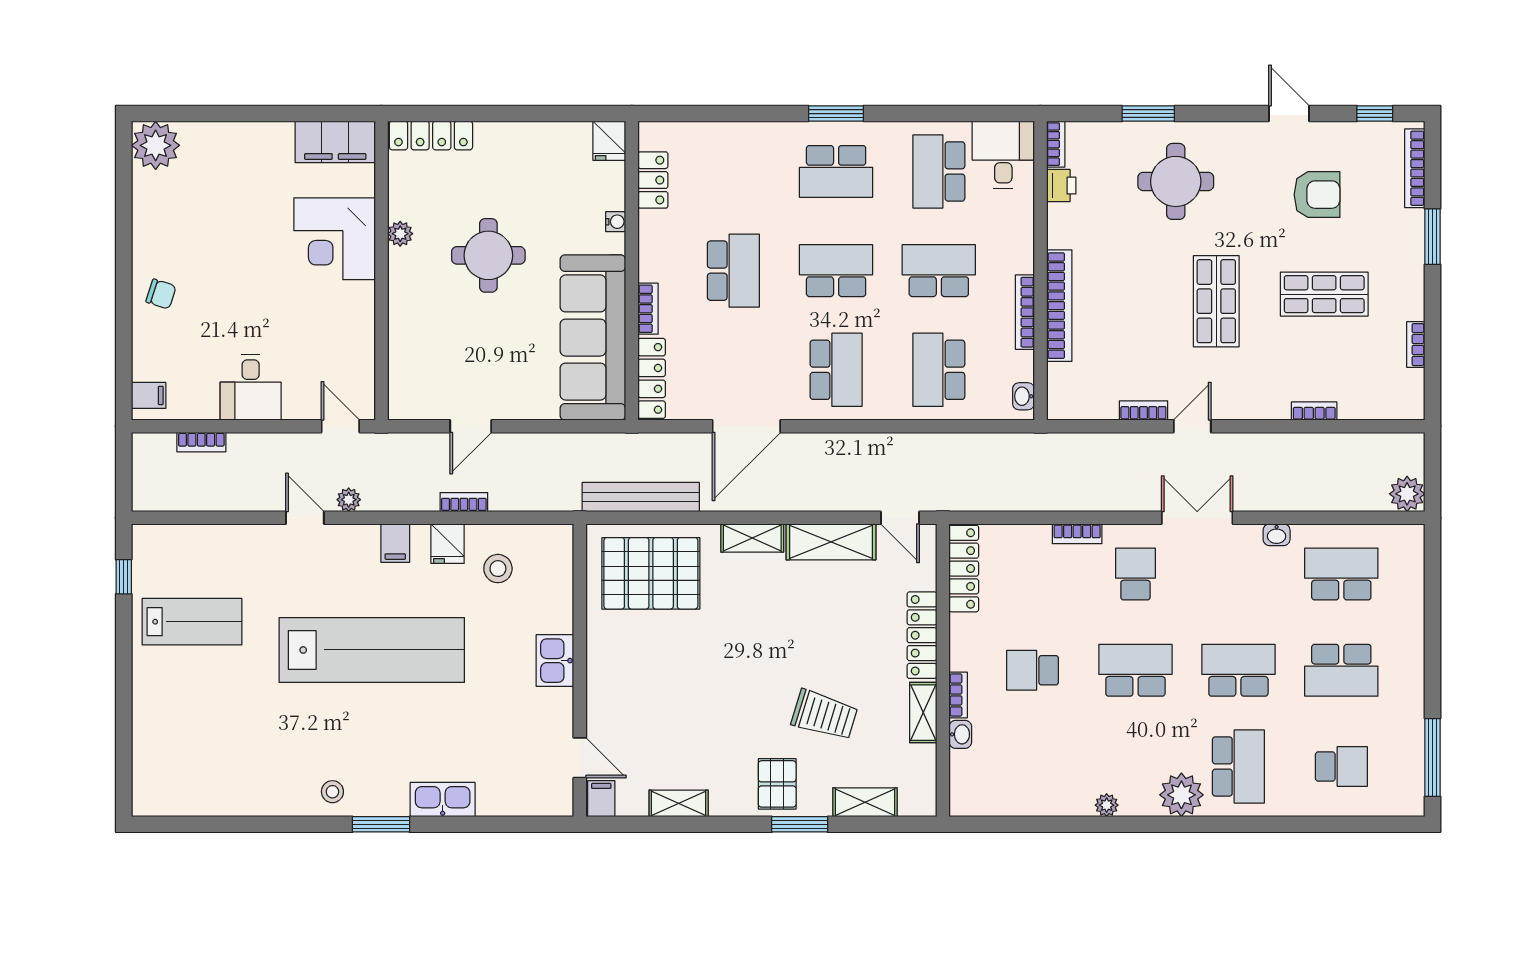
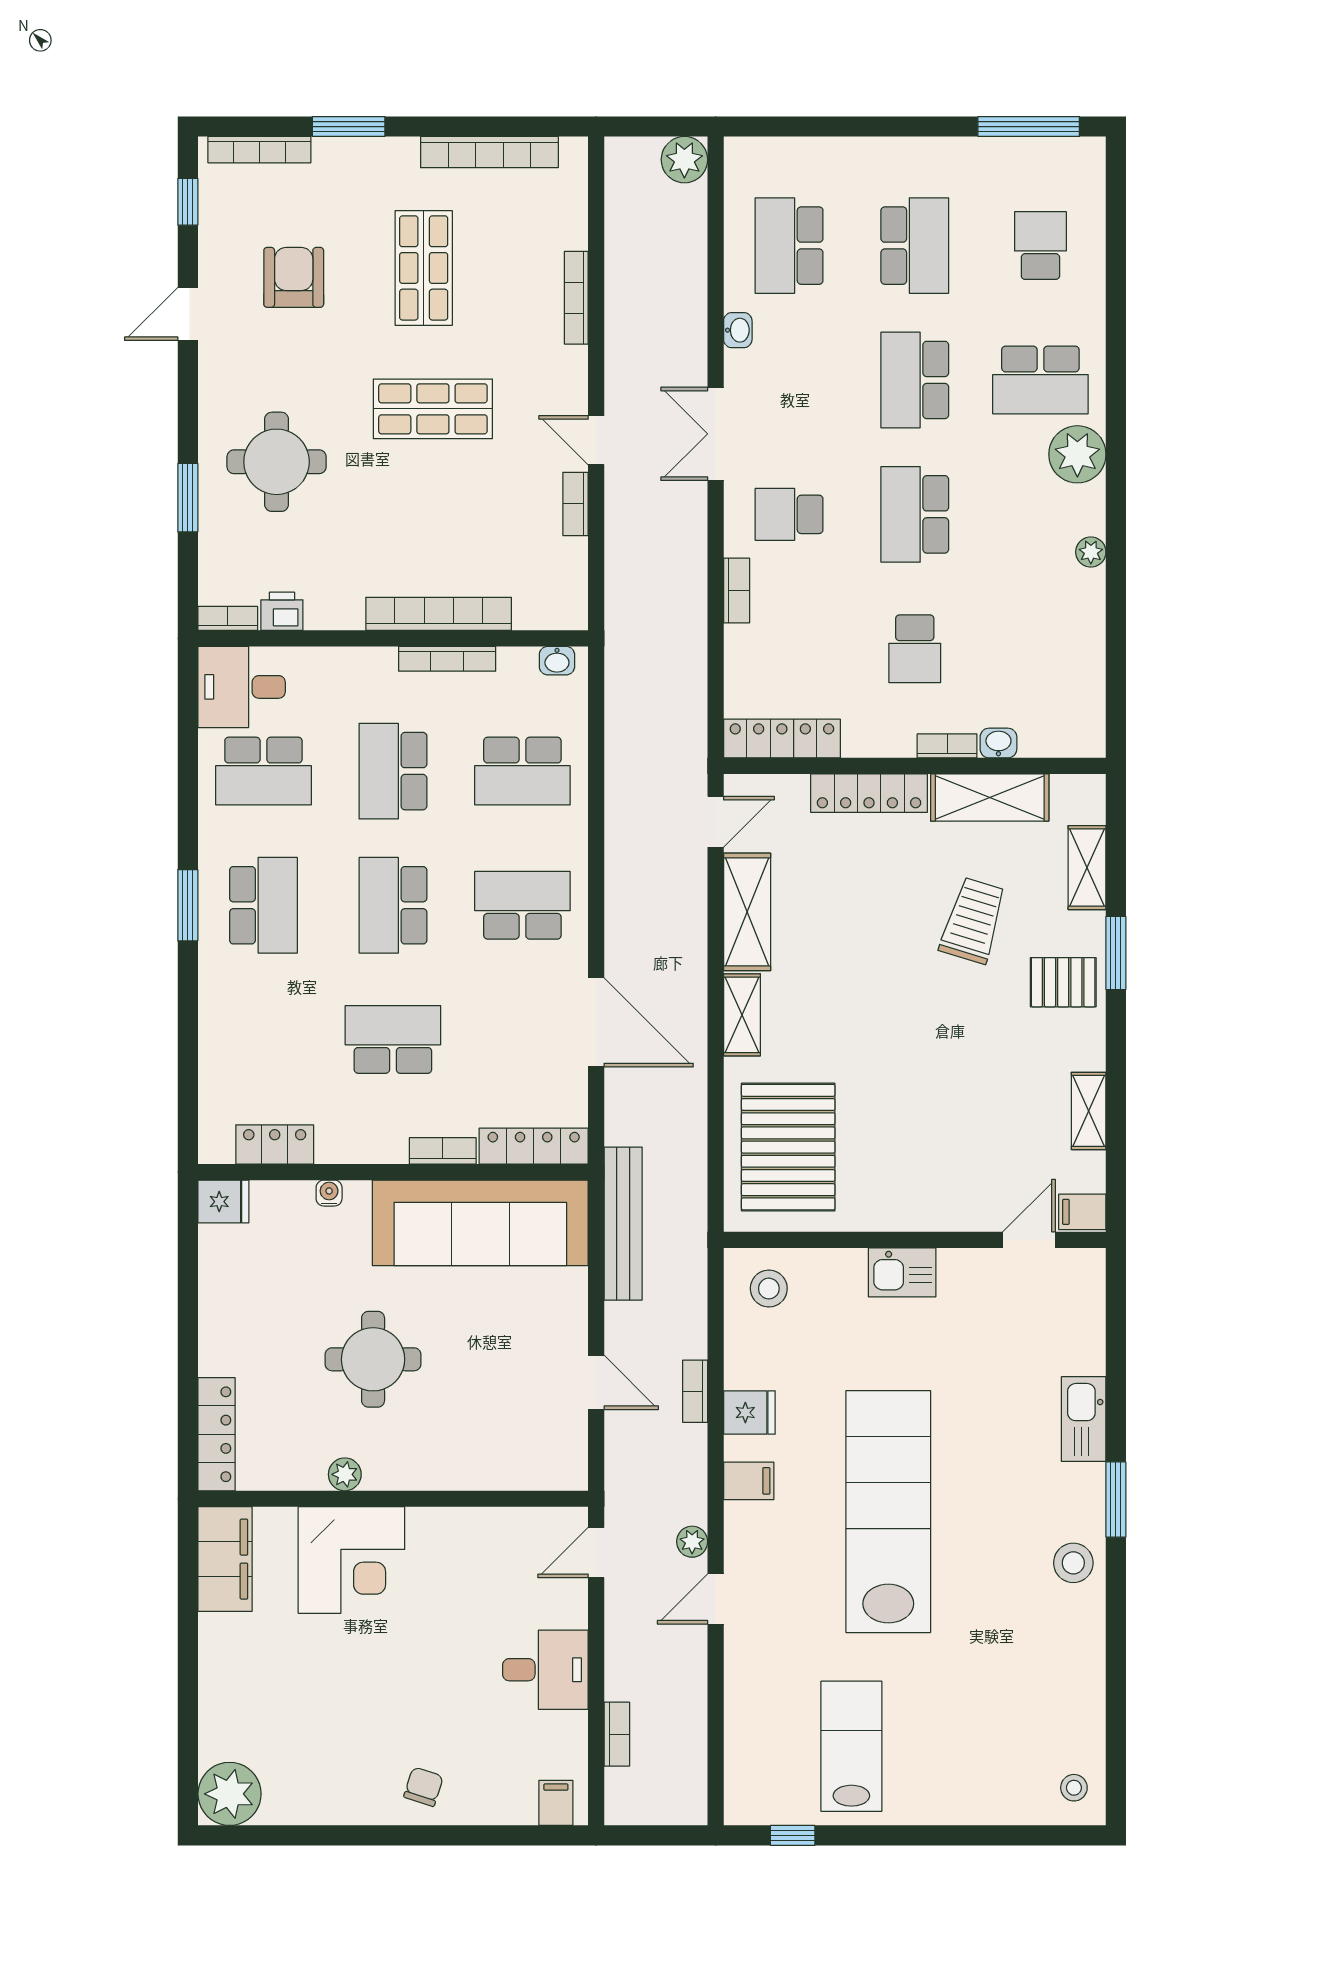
bookcase: (1416, 345) -> (489, 152), width x2.31, depth x1.31
bookcase: (1314, 411) -> (576, 298), width x1.56
bench: (641, 497) -> (623, 1224), moved
stool: (498, 569) -> (769, 1289), moved
shelving: (923, 713) -> (990, 797), width x1.50, depth x1.33
school desk: (1238, 767) -> (1040, 380), turned 180
stool: (160, 792) -> (1074, 1788), added
stool: (332, 792) -> (1073, 1563), width x1.37, depth x1.37

